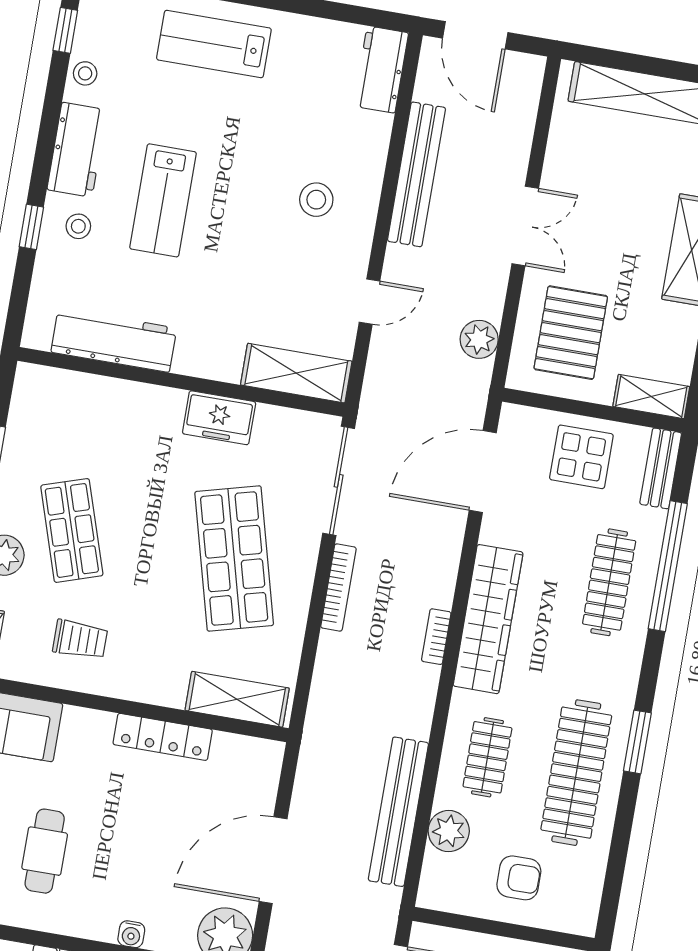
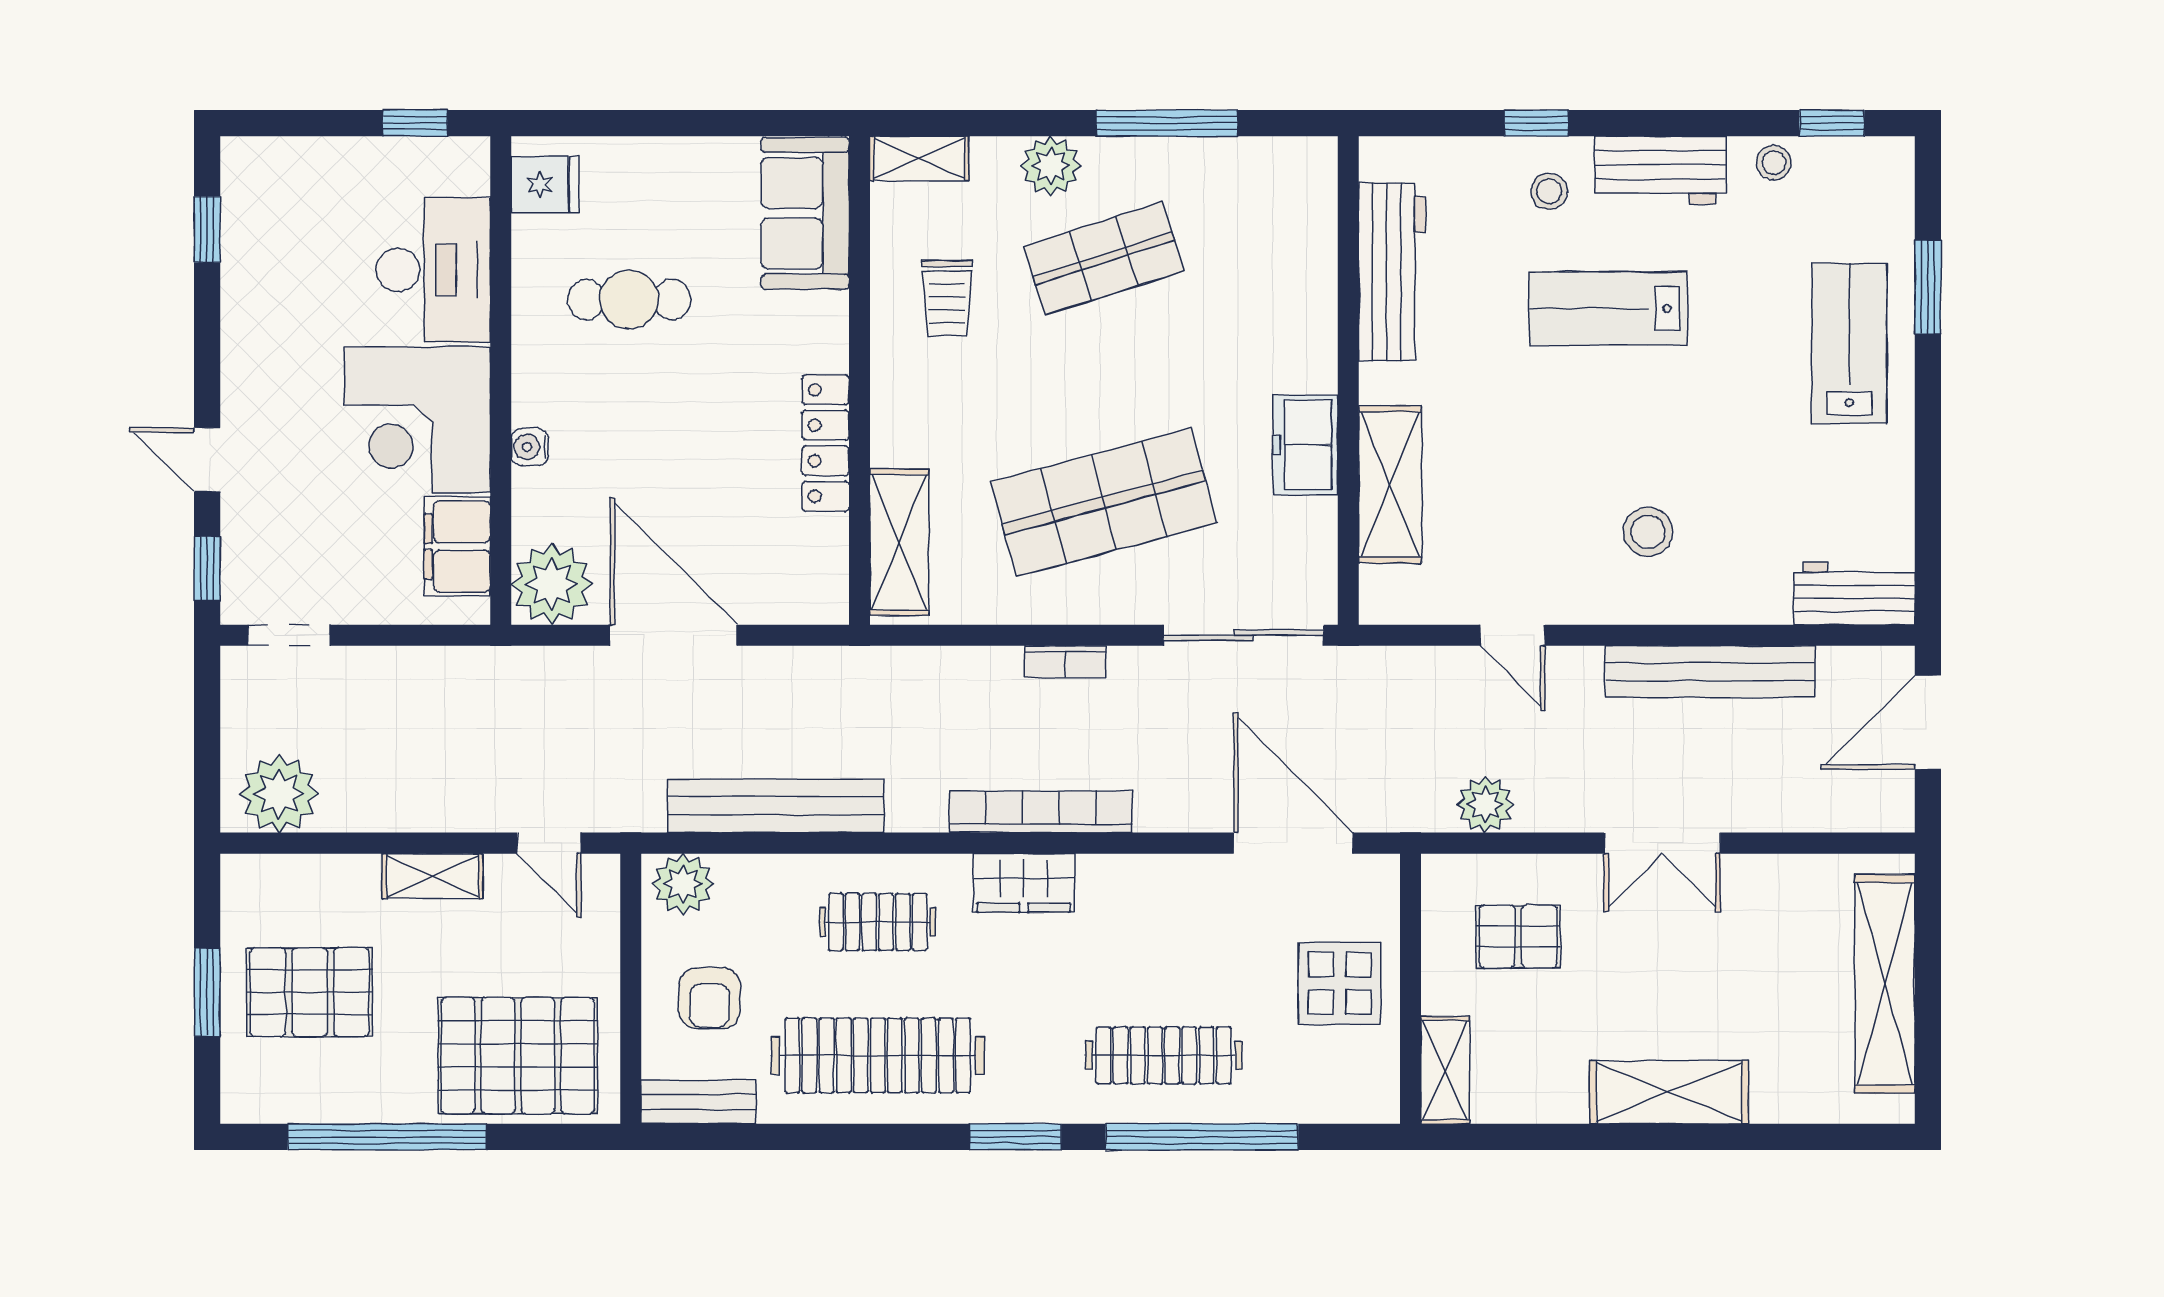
pallet: (571, 333) -> (1518, 936), width x0.67, depth x0.71
shelving: (296, 373) -> (1390, 484), moved
bench: (661, 468) -> (699, 1102), moved
bookcase: (338, 587) -> (1065, 662), width x0.64
wardrobe: (488, 619) -> (1024, 883), width x0.48, depth x0.85
bookcase: (436, 637) -> (1041, 812), width x2.31, depth x1.31
window: (637, 742) -> (1015, 1137), moved
plant: (449, 831) -> (683, 884), moved

